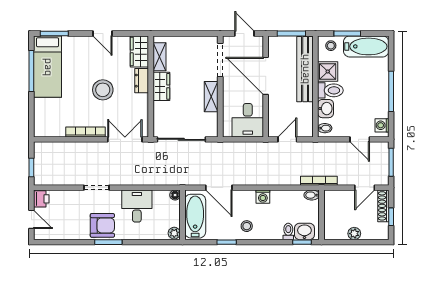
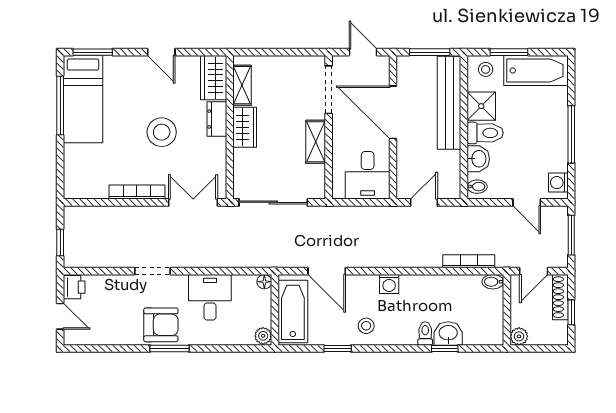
bidet: (312, 195) -> (493, 282), moved
wall: (322, 215) -> (507, 310), moved

